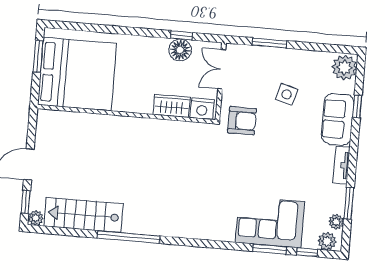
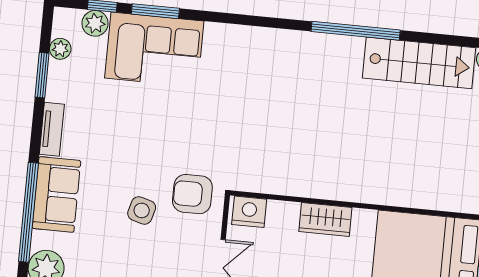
side table: (287, 94) -> (142, 210), moved
wardrobe: (172, 106) -> (325, 220), moved
window: (357, 106) -> (29, 212), width x3.17
plant: (327, 241) -> (95, 23), moved

